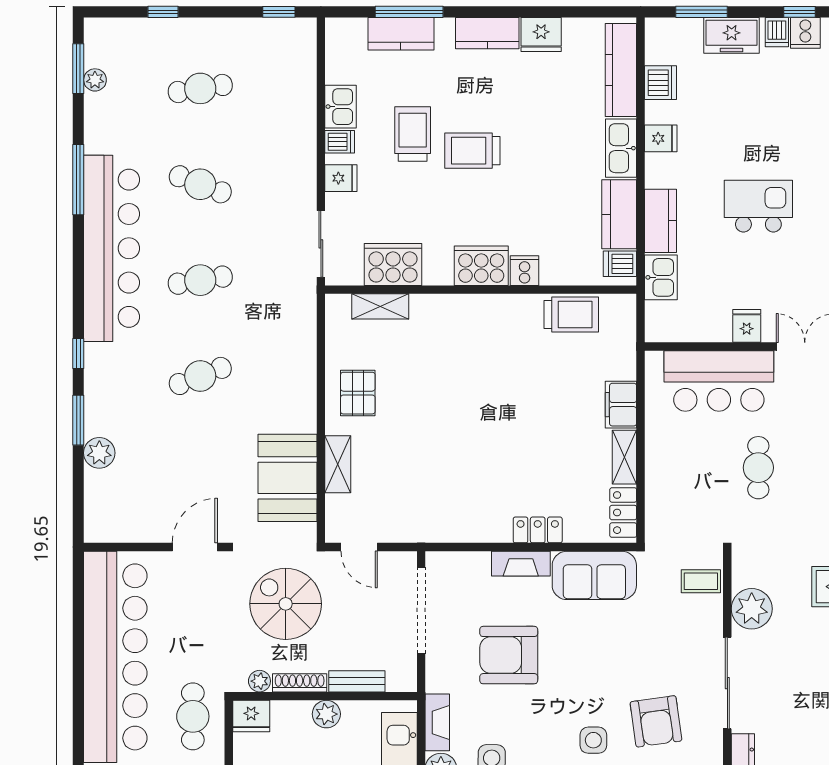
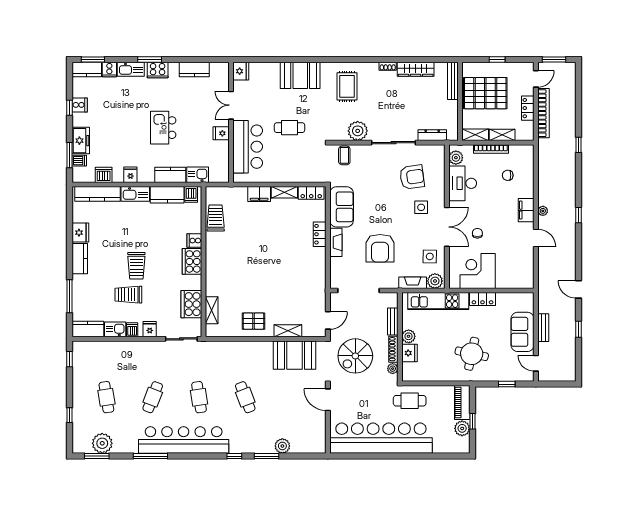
dishwasher: (777, 32) -> (79, 161), moved
kitchen counter: (401, 34) -> (88, 329), moved, turned -90
plant: (95, 80) -> (102, 443), width x1.87, depth x1.87
fridge: (251, 716) -> (409, 353), moved

